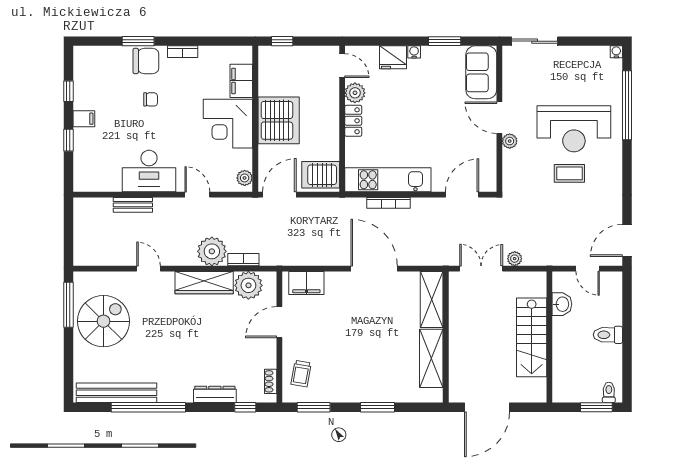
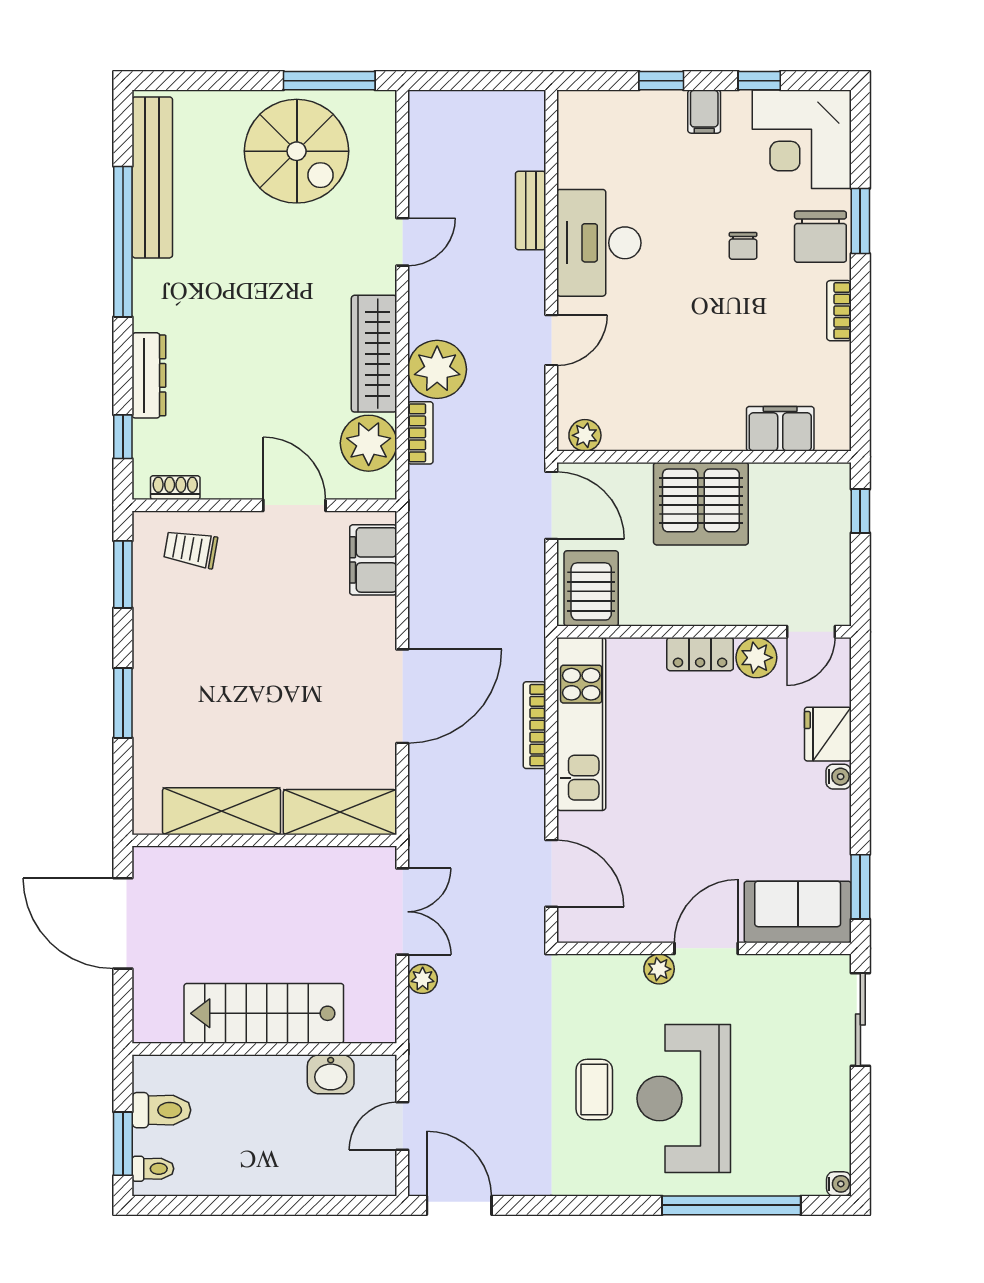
window: (445, 41) -> (860, 887), moved
corner desk: (228, 124) -> (802, 139), moved, turned -90
toilet: (608, 335) -> (161, 1110), moved, turned 90

